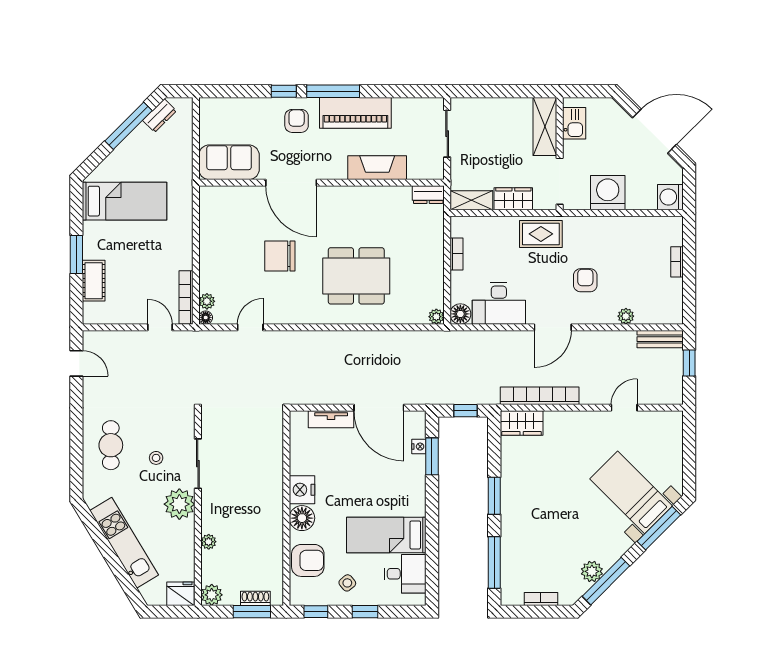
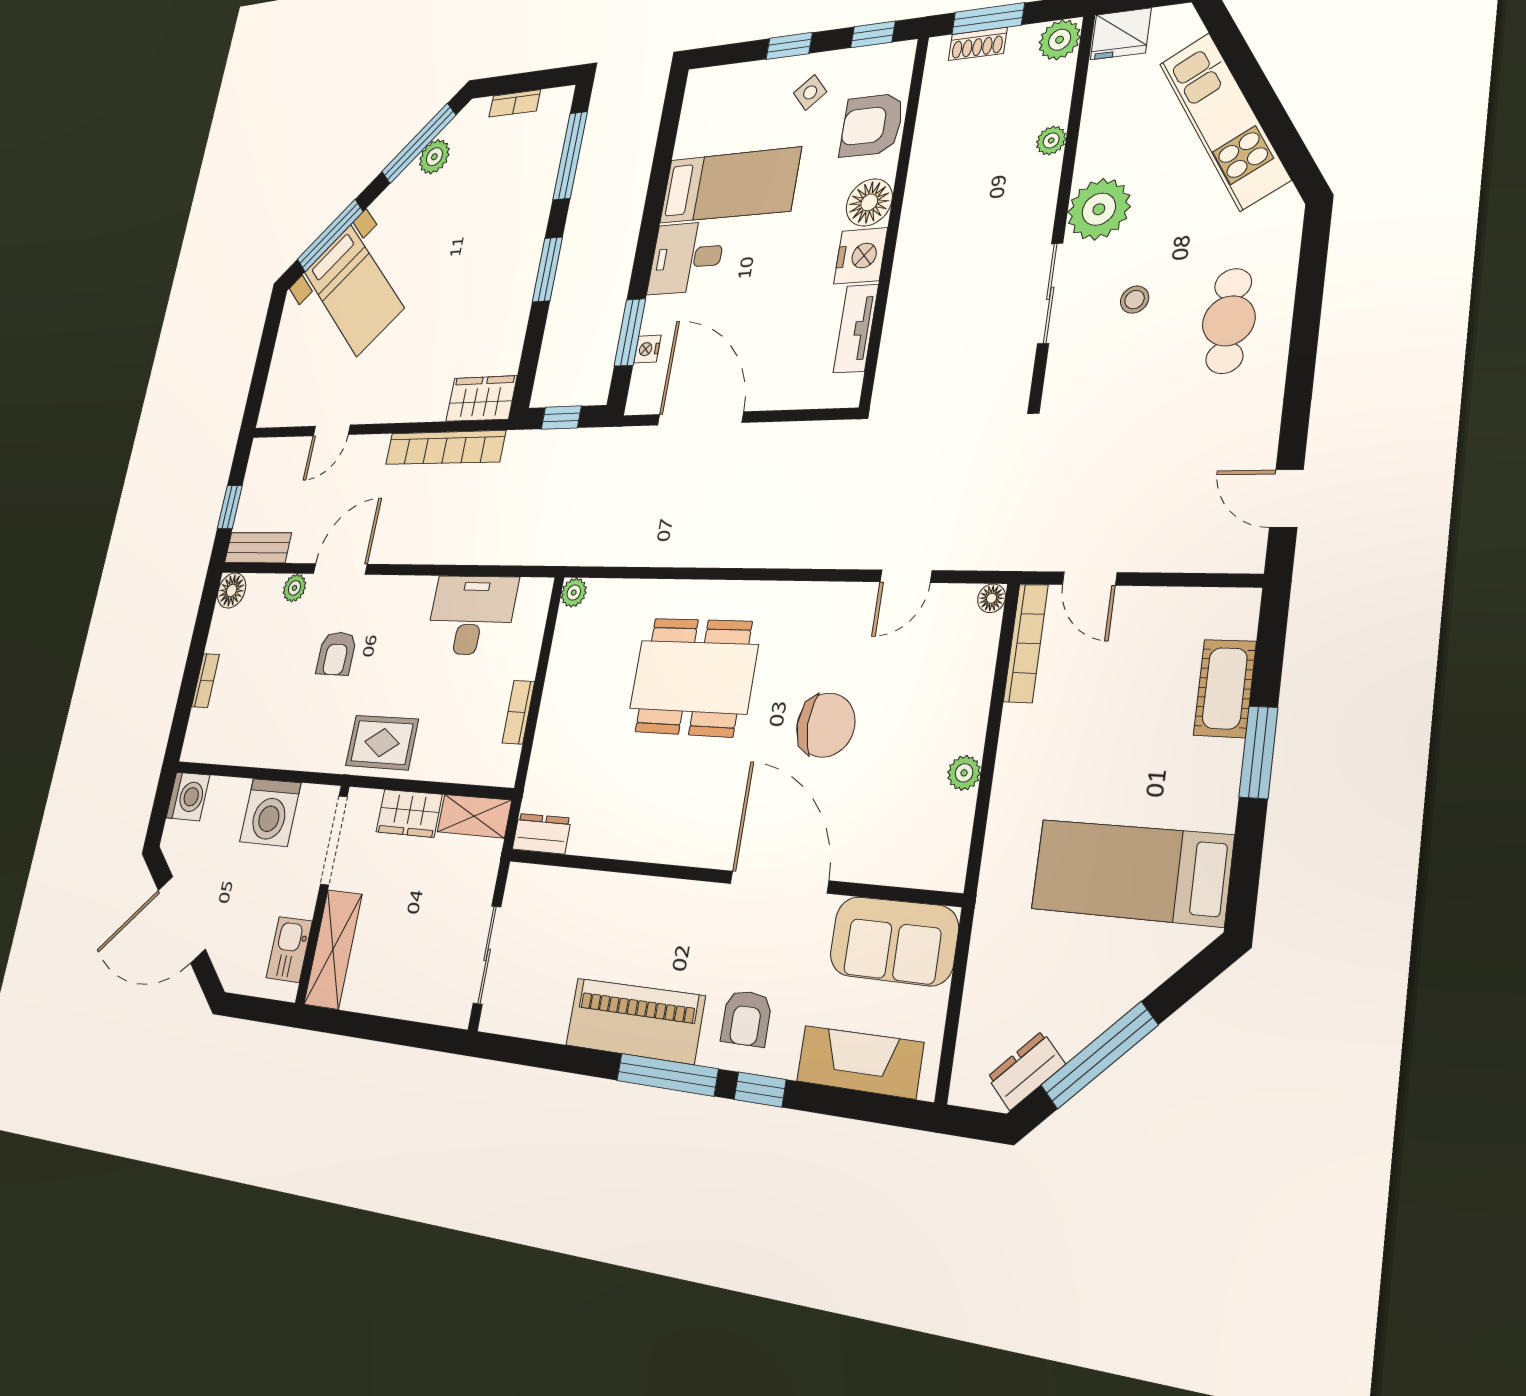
fireplace: (377, 168) -> (860, 1062), moved, turned 180
plant: (207, 301) -> (964, 773), moved
floor lamp: (460, 314) -> (232, 591), moved
door: (553, 327) -> (340, 569), moved
tv unit: (331, 419) -> (856, 328), moved, turned -90
desk: (405, 574) -> (687, 258), moved

